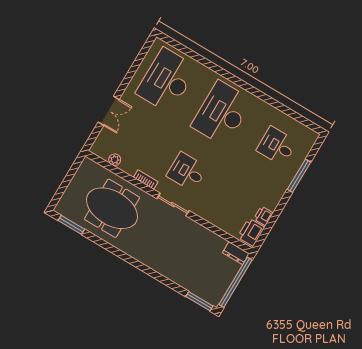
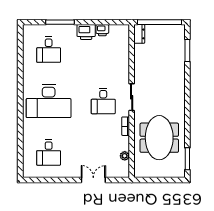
desk: (167, 80) -> (49, 153), width x0.53, depth x0.77
printer: (251, 232) -> (86, 32), moved
window: (199, 301) -> (187, 50), moved

